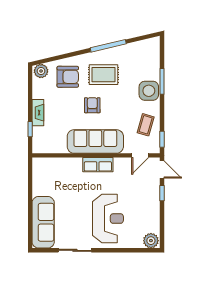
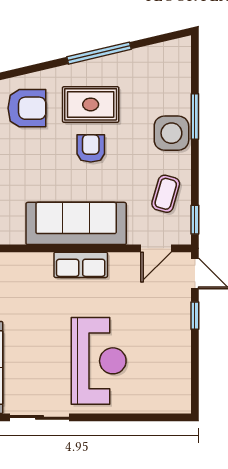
armchair: (92, 105) -> (91, 148), moved
plant: (151, 241) -> (175, 400), removed

